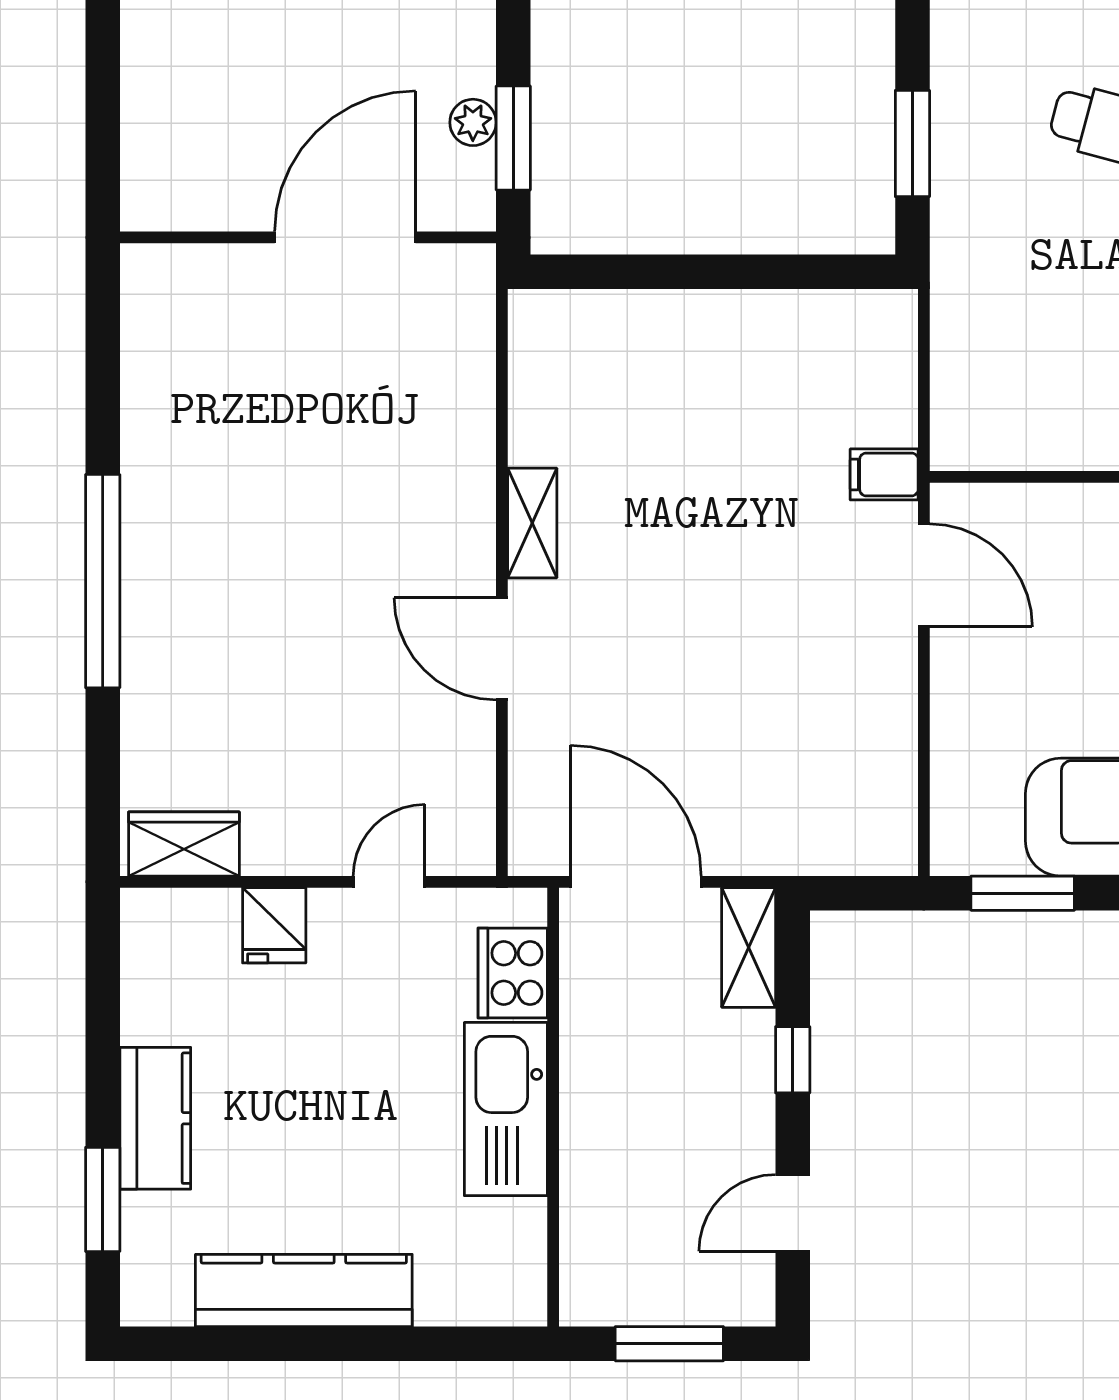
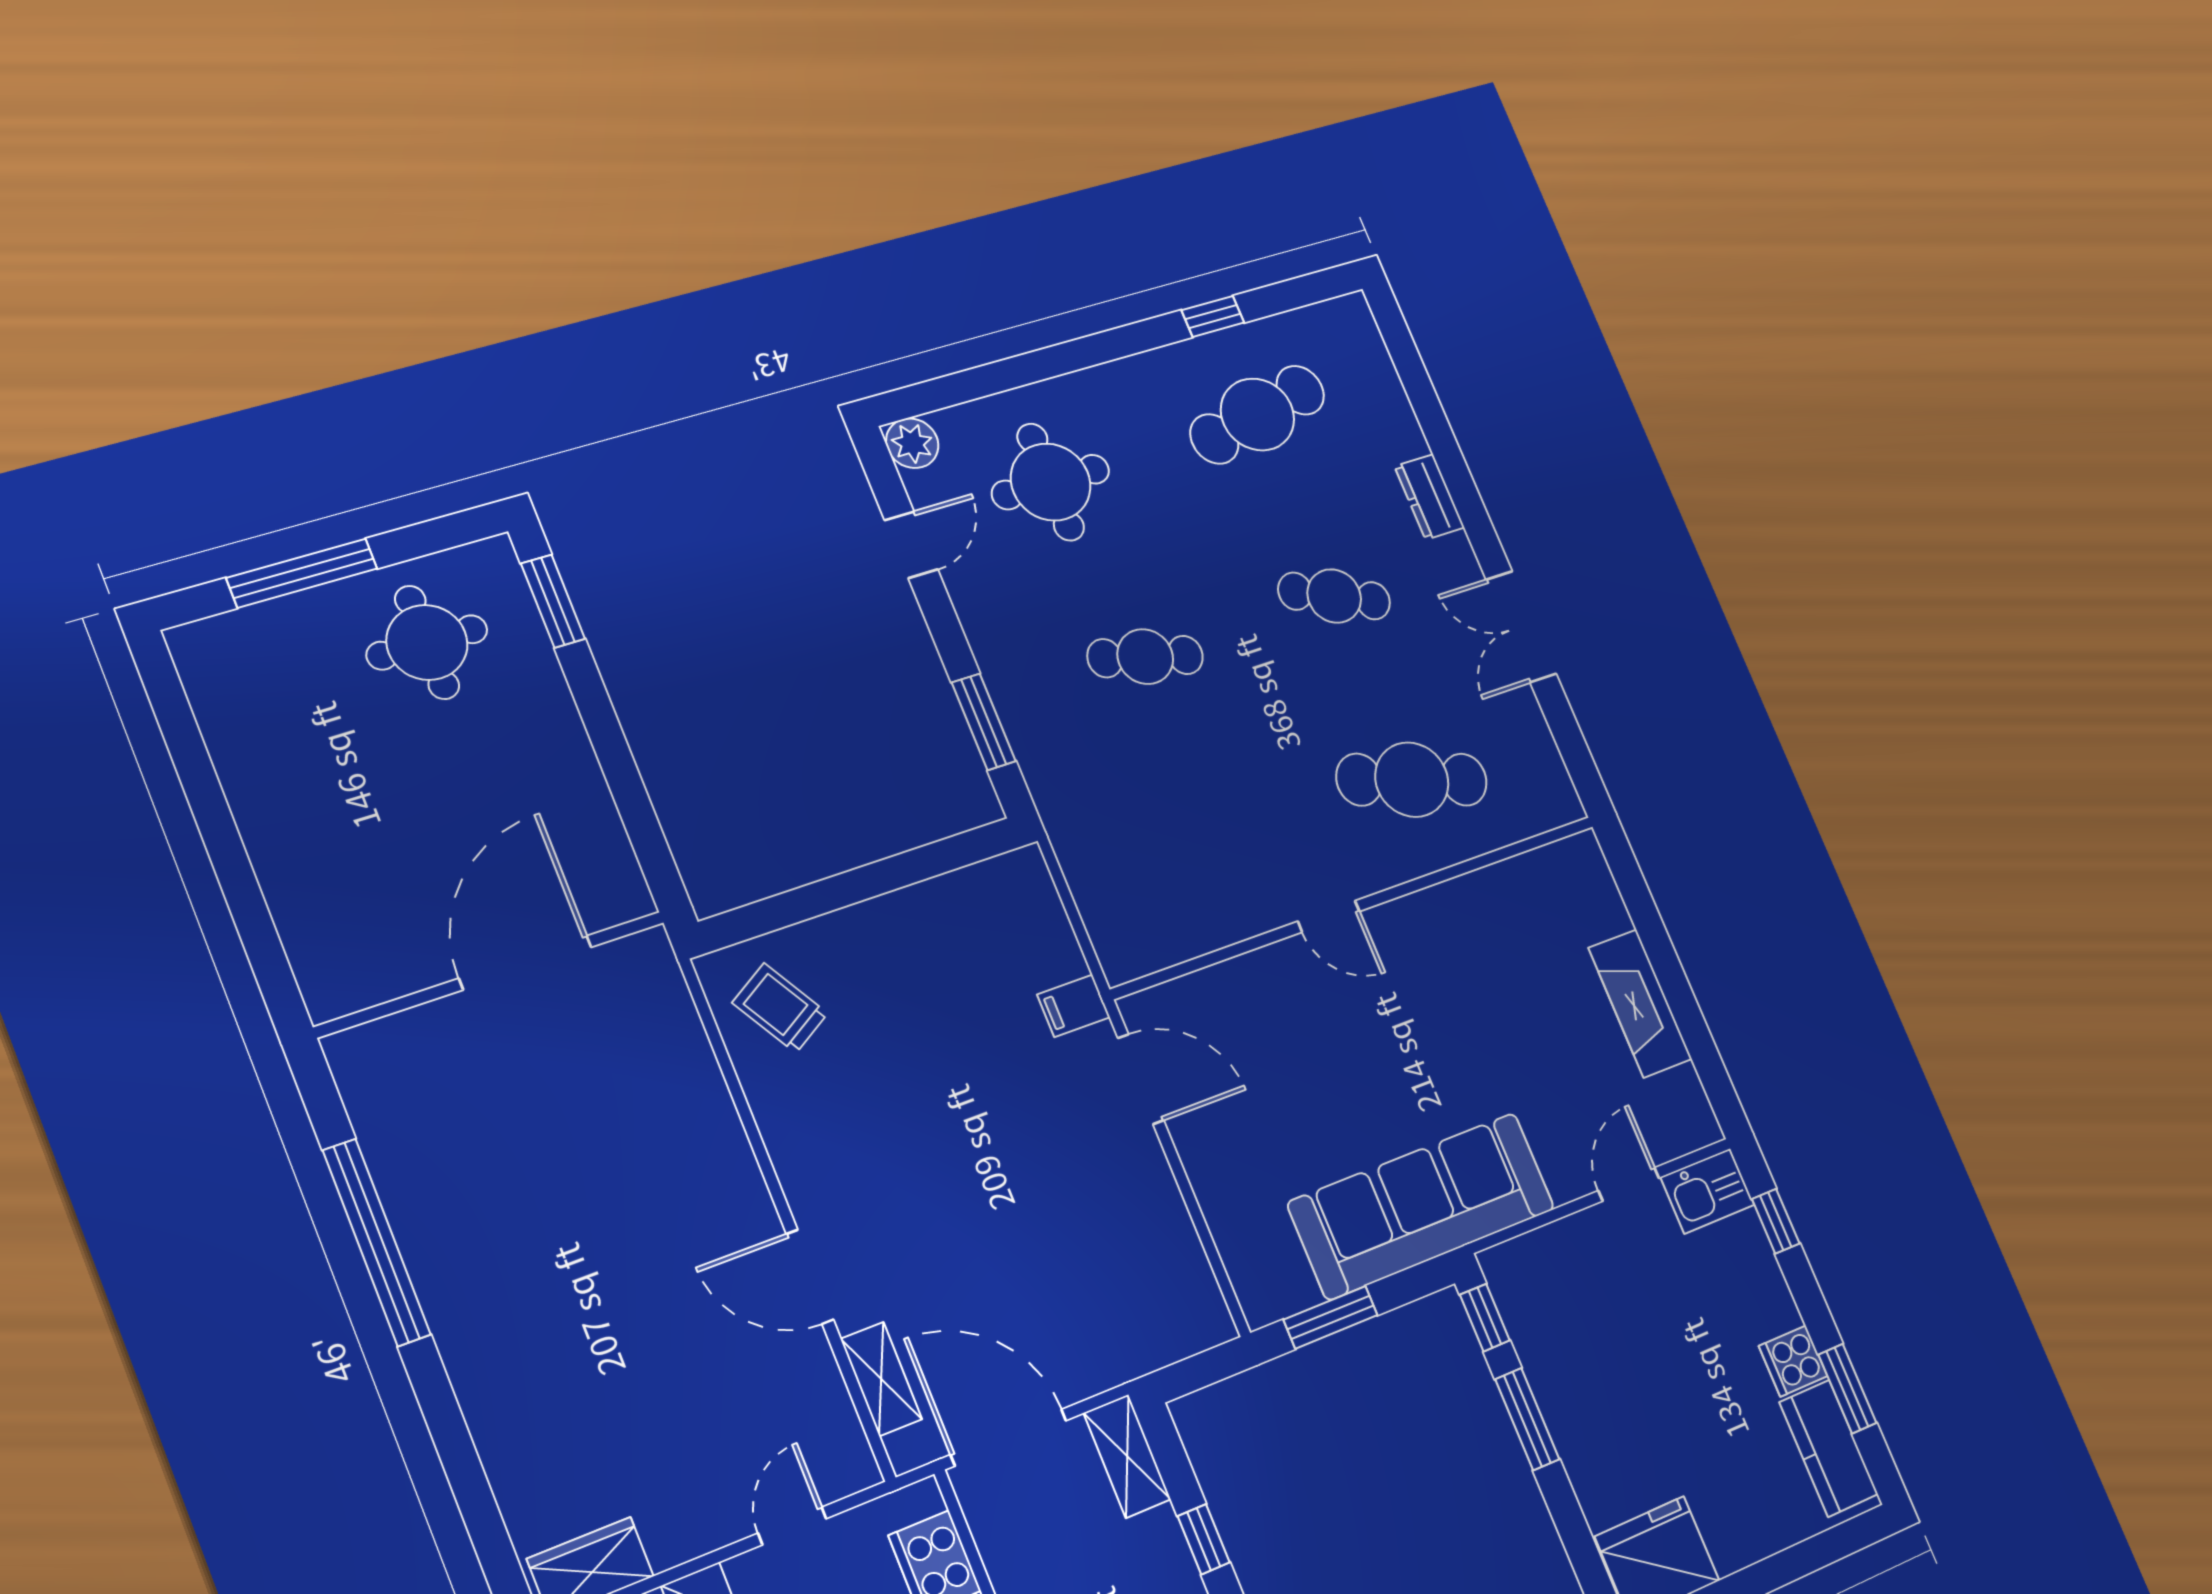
plant: (473, 122) -> (601, 824), removed
window: (513, 138) -> (643, 826), removed
trolley: (579, 370) -> (780, 1008), added
shelving: (532, 523) -> (881, 1379), moved
window: (103, 581) -> (377, 1242), moved

